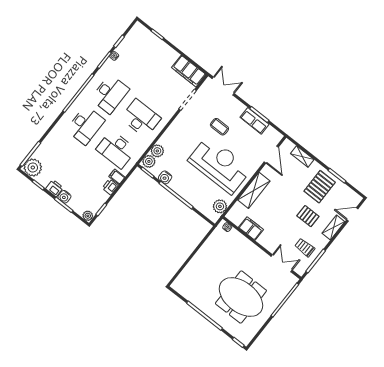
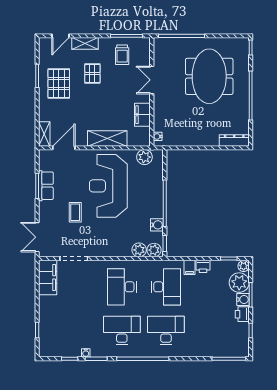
shelving: (302, 156) -> (44, 134), moved
plant: (33, 168) -> (239, 283), moved
pallet: (320, 187) -> (59, 84), turned 90
door: (352, 214) -> (60, 36), hinge flipped
double door: (282, 263) -> (152, 80), moved
dresser: (182, 279) -> (234, 141), added

